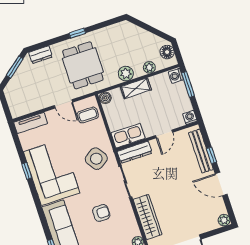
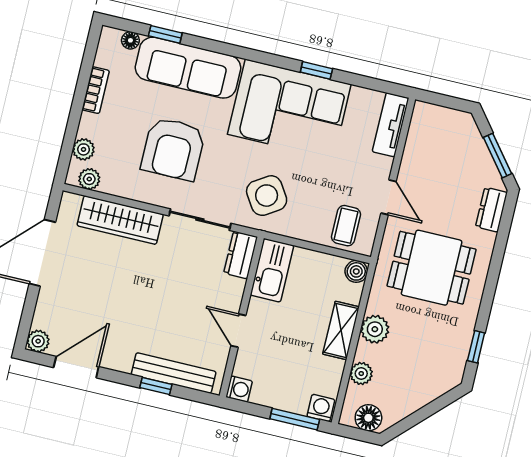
window: (77, 33) -> (476, 347), moved
door: (63, 104) -> (389, 197), swing flipped
dresser: (135, 152) -> (241, 255), width x0.70
door: (221, 184) -> (76, 367), moved
armchair: (101, 213) -> (173, 149), width x1.88, depth x1.88

